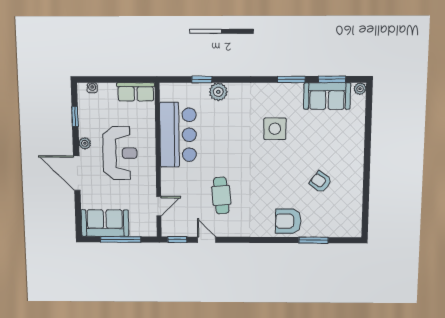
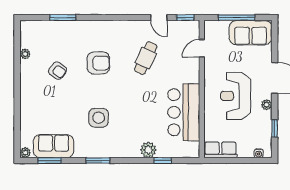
window: (291, 79) -> (98, 161), moved
cafe table: (221, 195) -> (146, 58), turned 30
plant: (357, 200) -> (25, 54), added
armchair: (288, 221) -> (98, 63), moved

